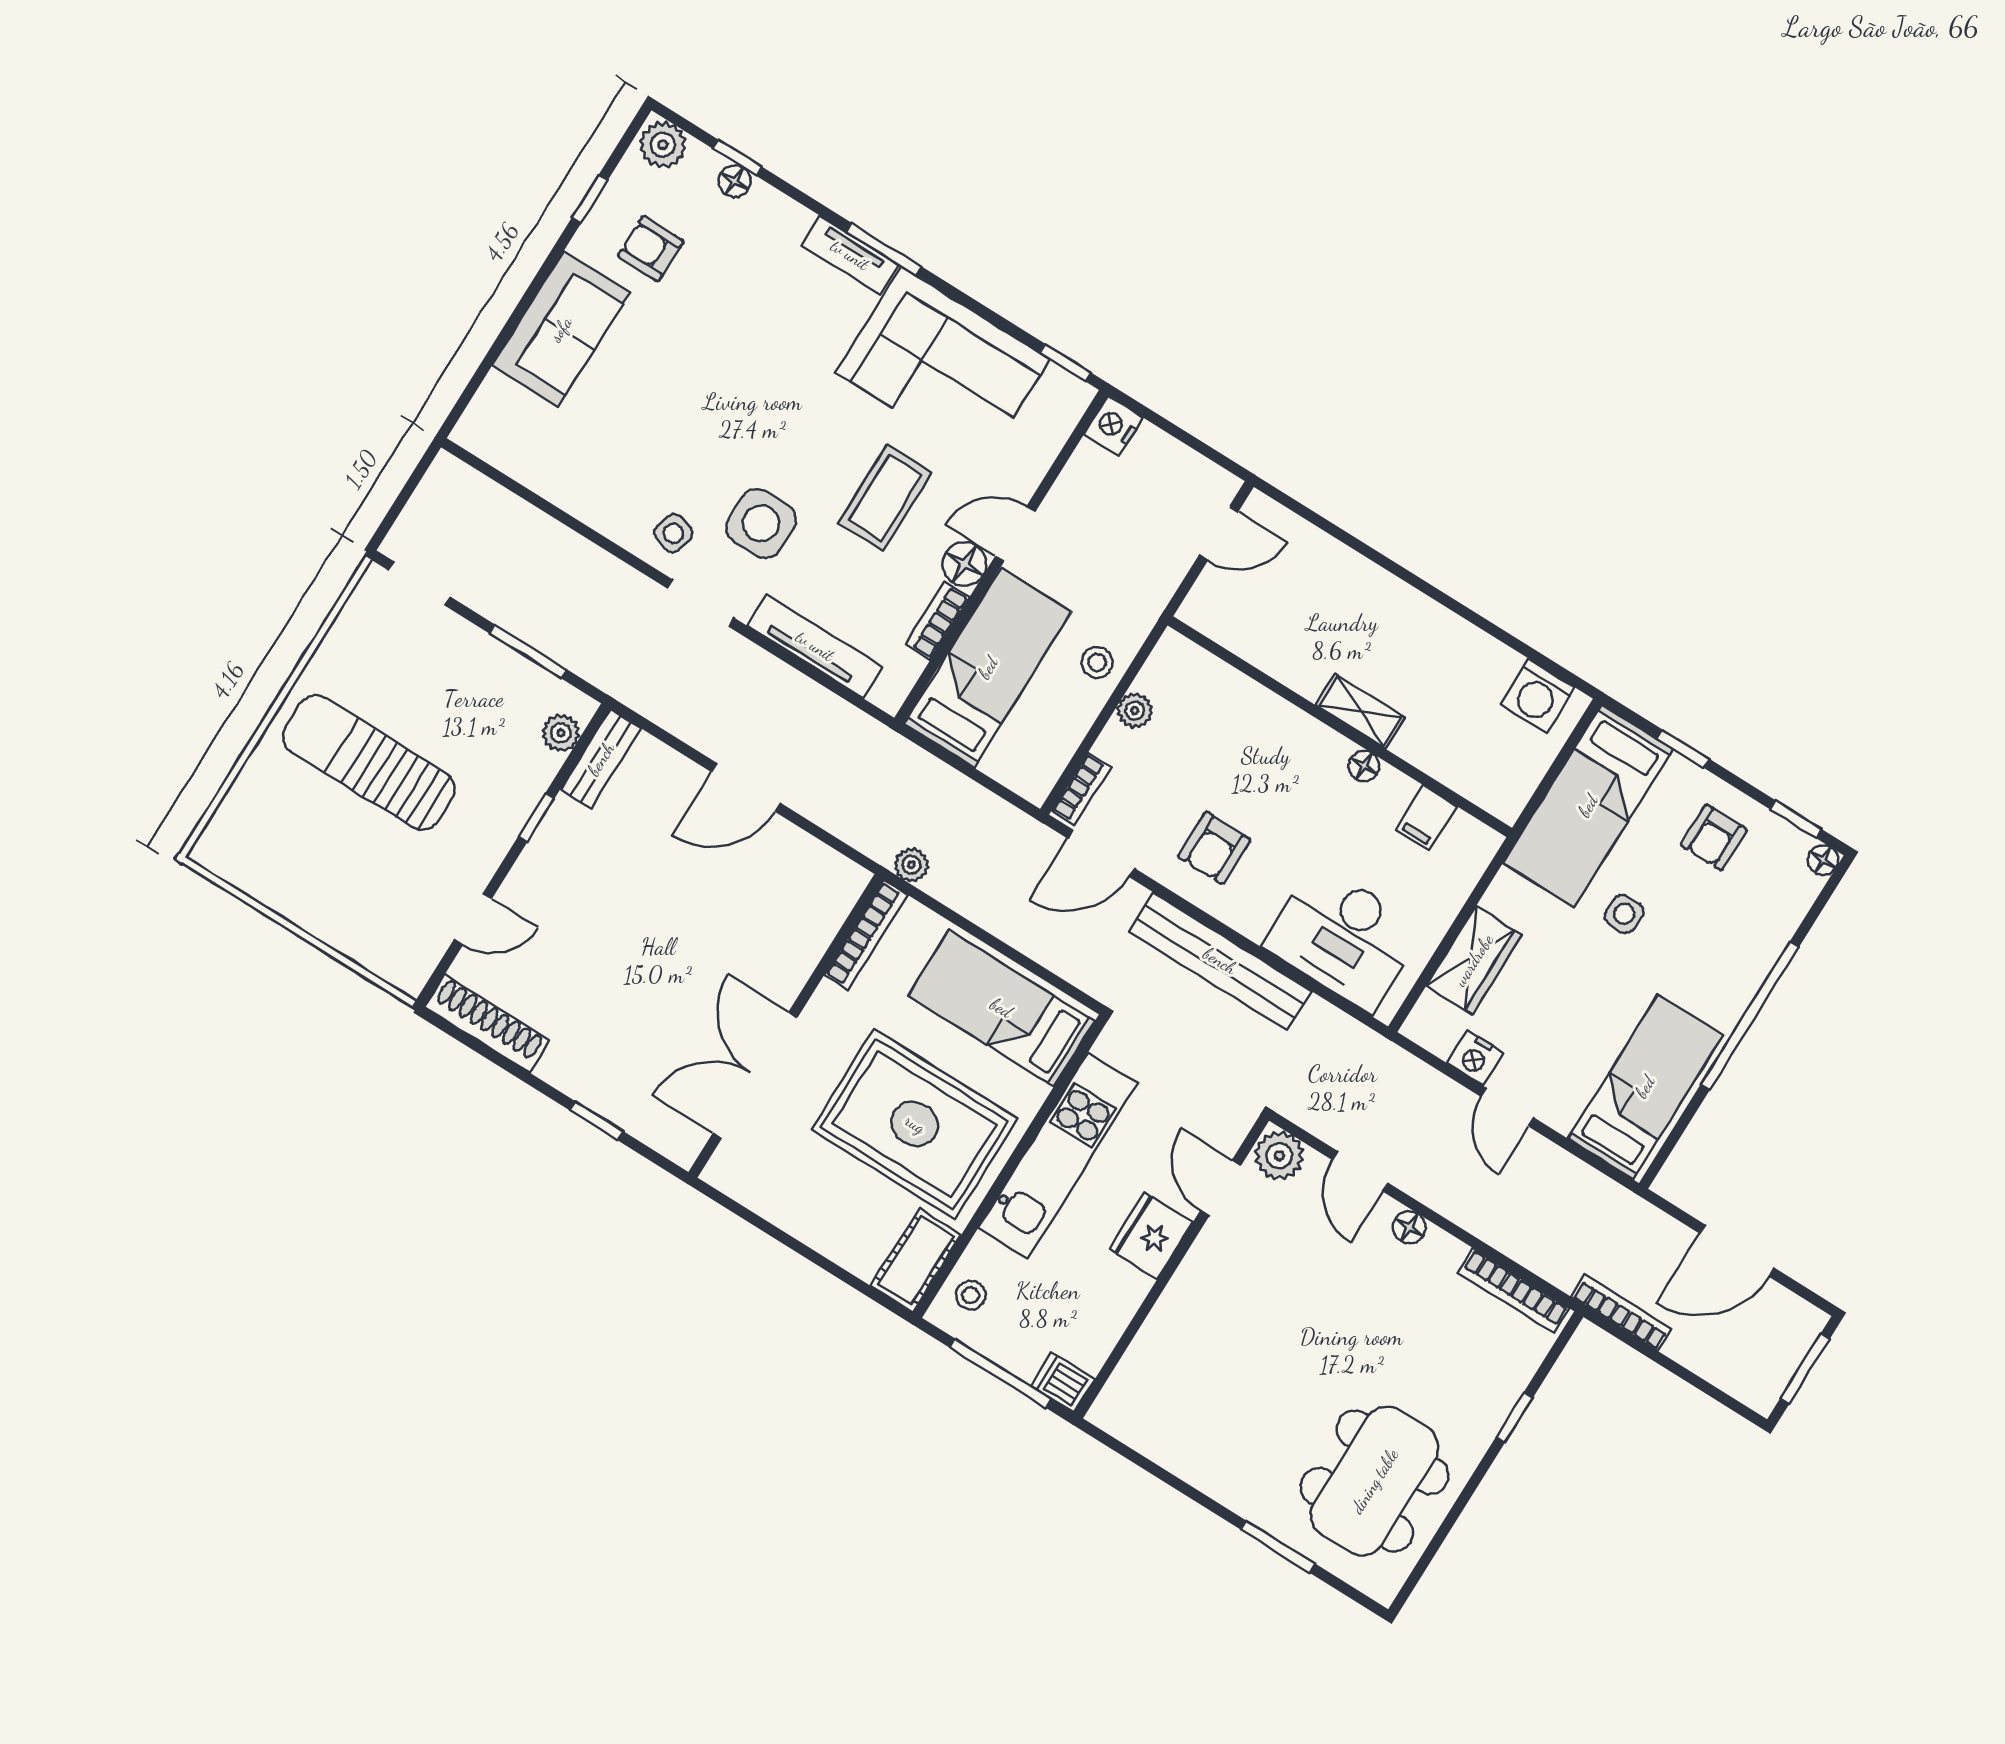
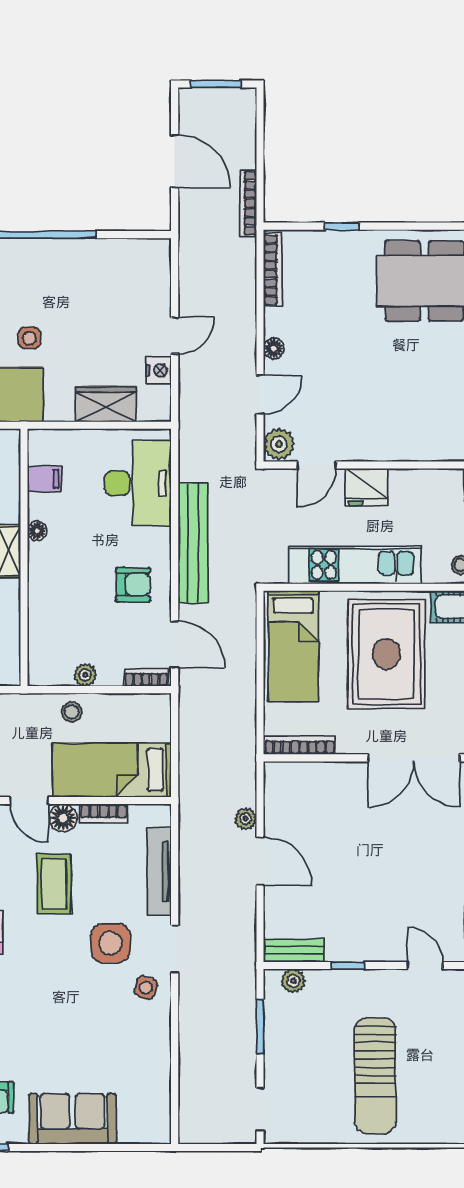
coffee table: (885, 498) -> (54, 884), turned 90
plant: (912, 865) -> (246, 819), moved
bed: (1645, 1087) -> (117, 267), removed

